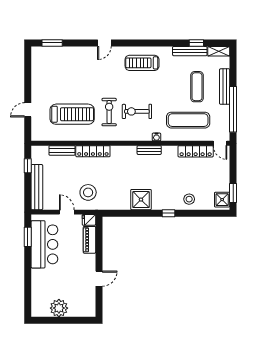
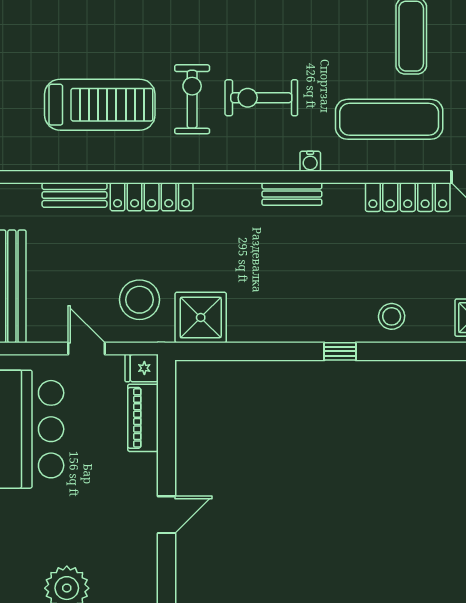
shower: (141, 200) -> (201, 318), moved

